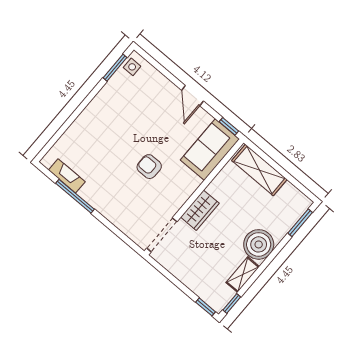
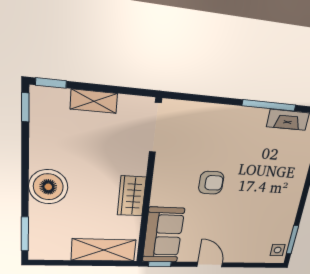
wardrobe: (200, 210) -> (132, 196), moved
shelving: (243, 275) -> (94, 101), moved, turned 90

